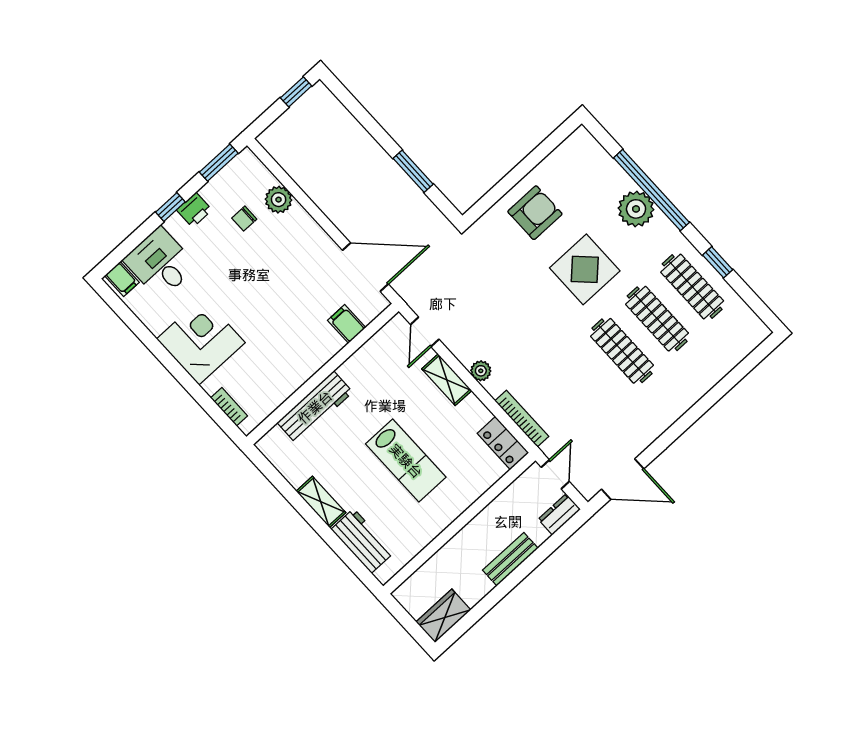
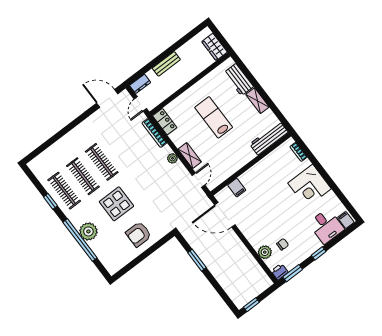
printer: (194, 210) -> (280, 272), moved
workbench: (315, 407) -> (269, 138), moved
wardrobe: (443, 616) -> (215, 47), moved, turned 90

